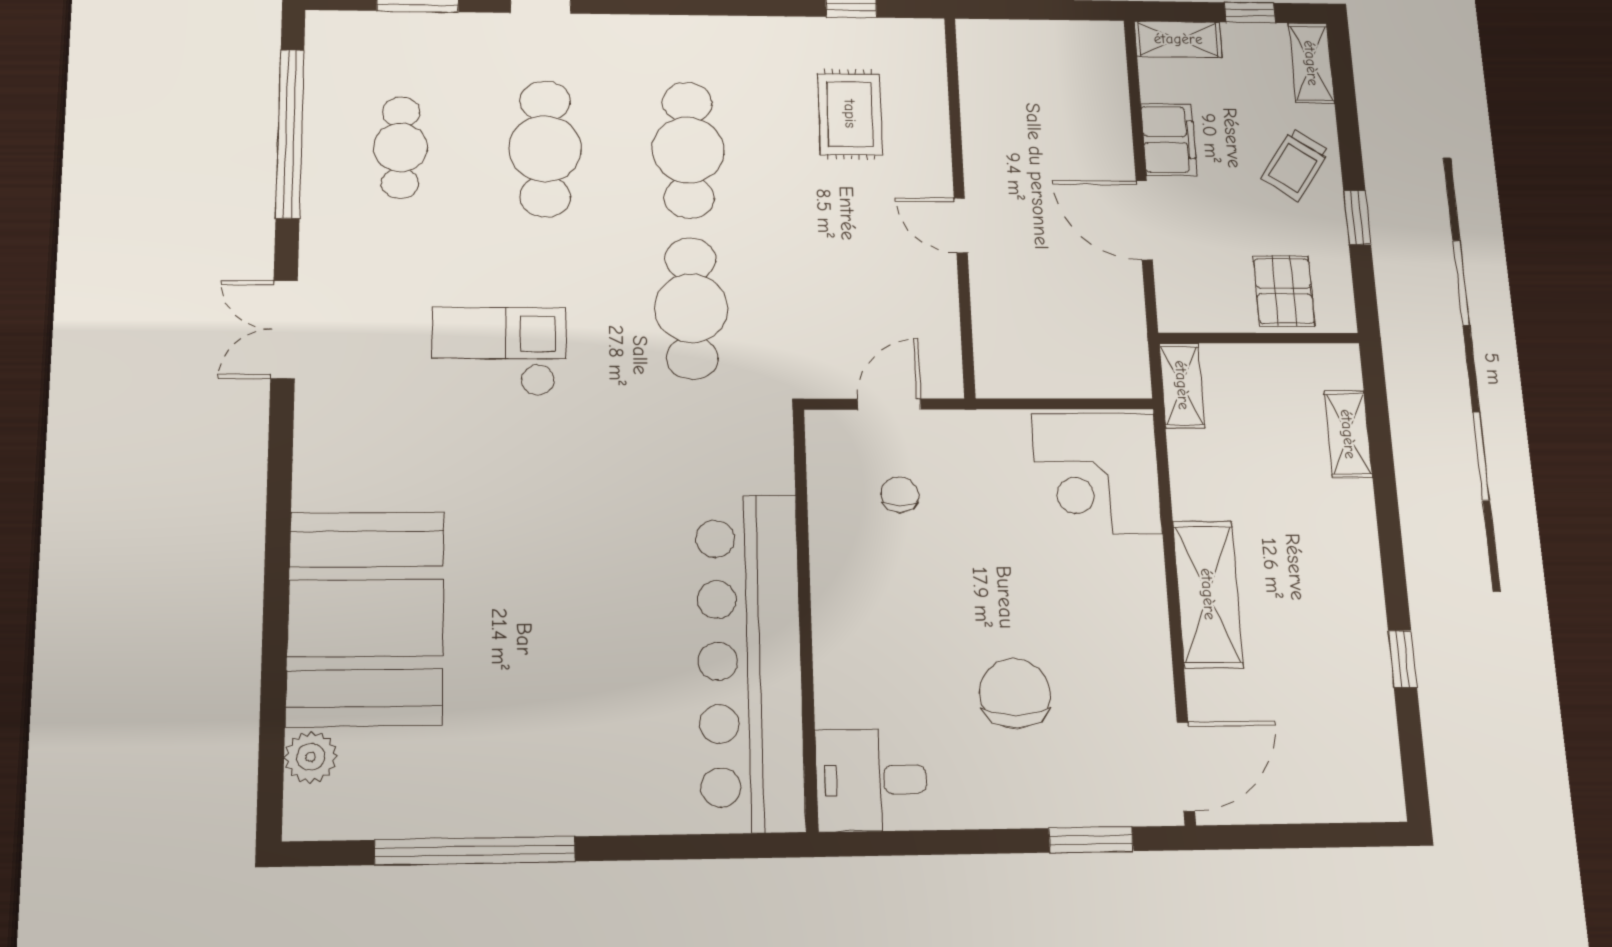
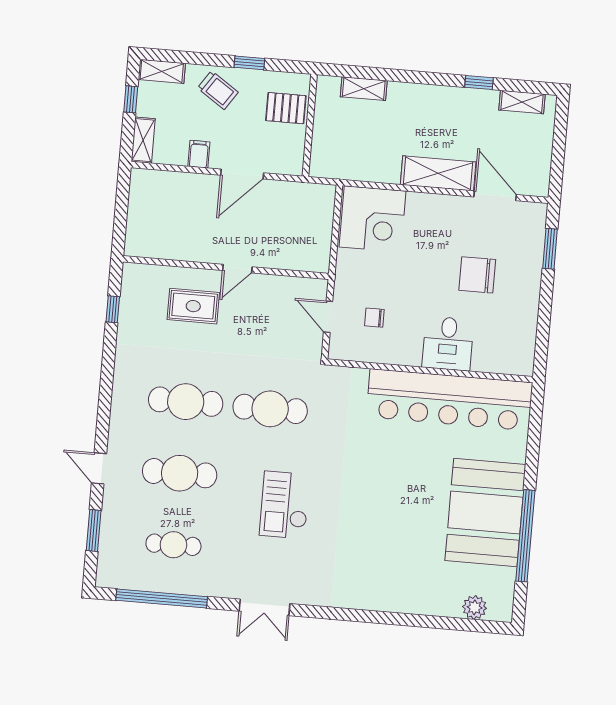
rug: (850, 114) -> (193, 306), moved
filing cabinet: (1169, 139) -> (199, 154), width x0.50
shelving: (1182, 385) -> (522, 102), moved
booth: (366, 618) -> (485, 512), moved, turned 90
door: (1186, 766) -> (495, 196), moved
desk: (871, 780) -> (448, 344), moved

